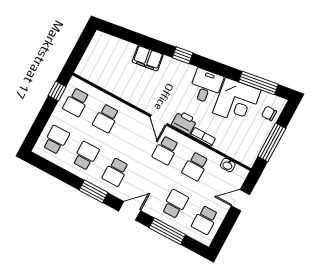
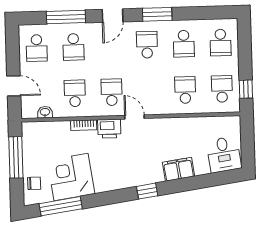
desk: (206, 86) -> (224, 155), moved
door: (241, 200) -> (14, 86), hinge flipped
school desk: (205, 220) -> (37, 48), turned 180

